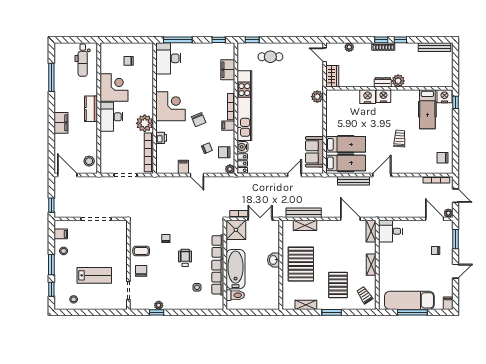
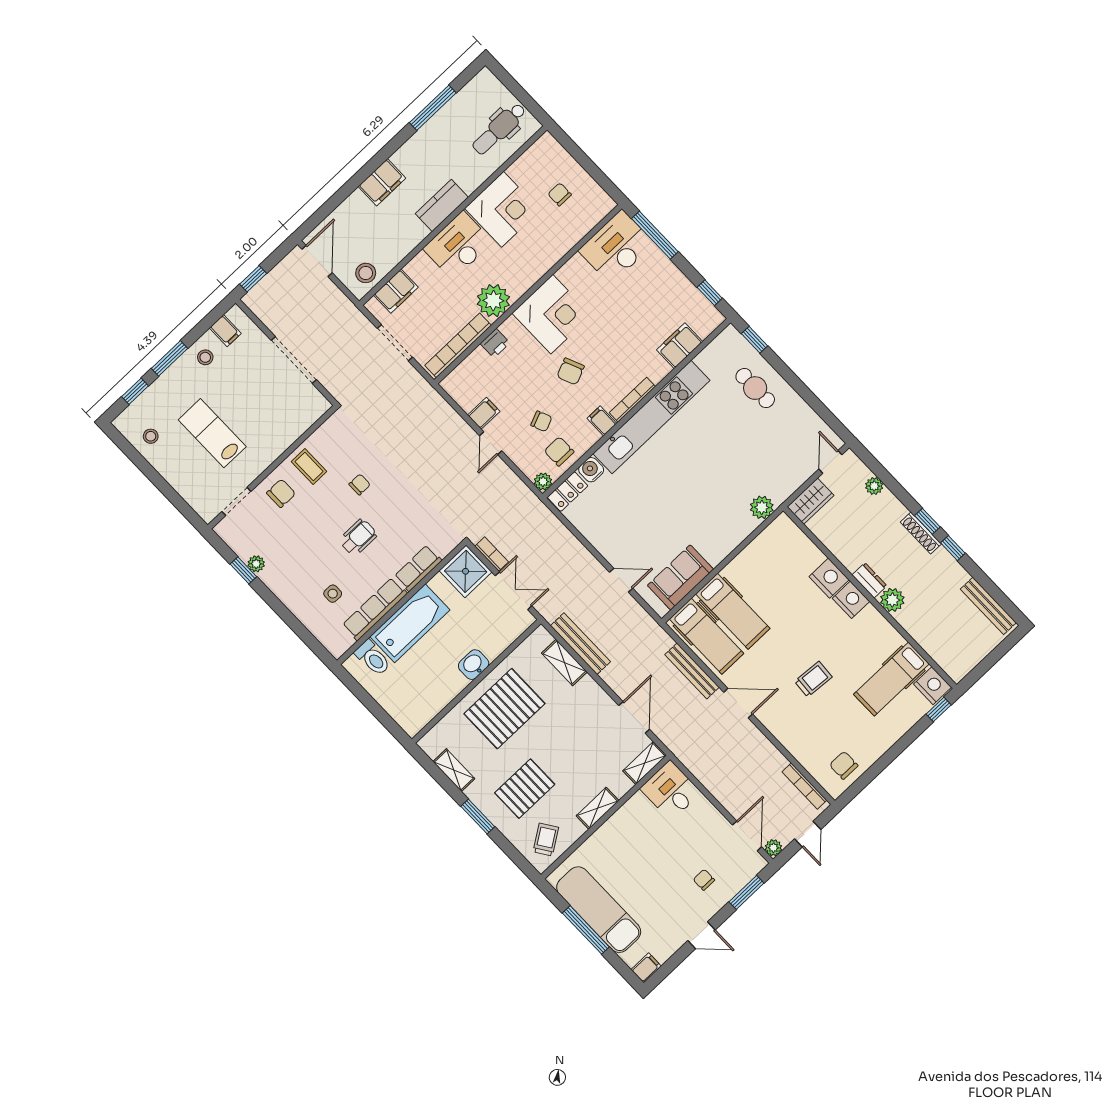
filing cabinet: (107, 156) -> (396, 291), added
lab bench: (94, 275) -> (212, 433), turned 180

